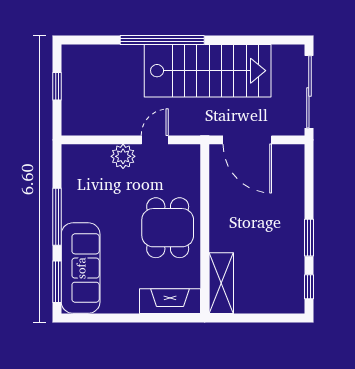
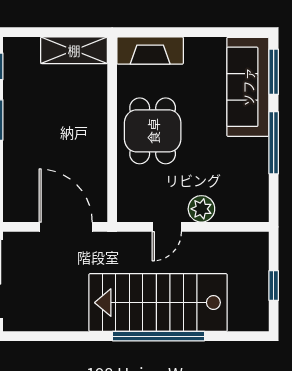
stairs: (208, 71) -> (158, 303), moved
shelving: (221, 283) -> (74, 50), moved, turned 90

